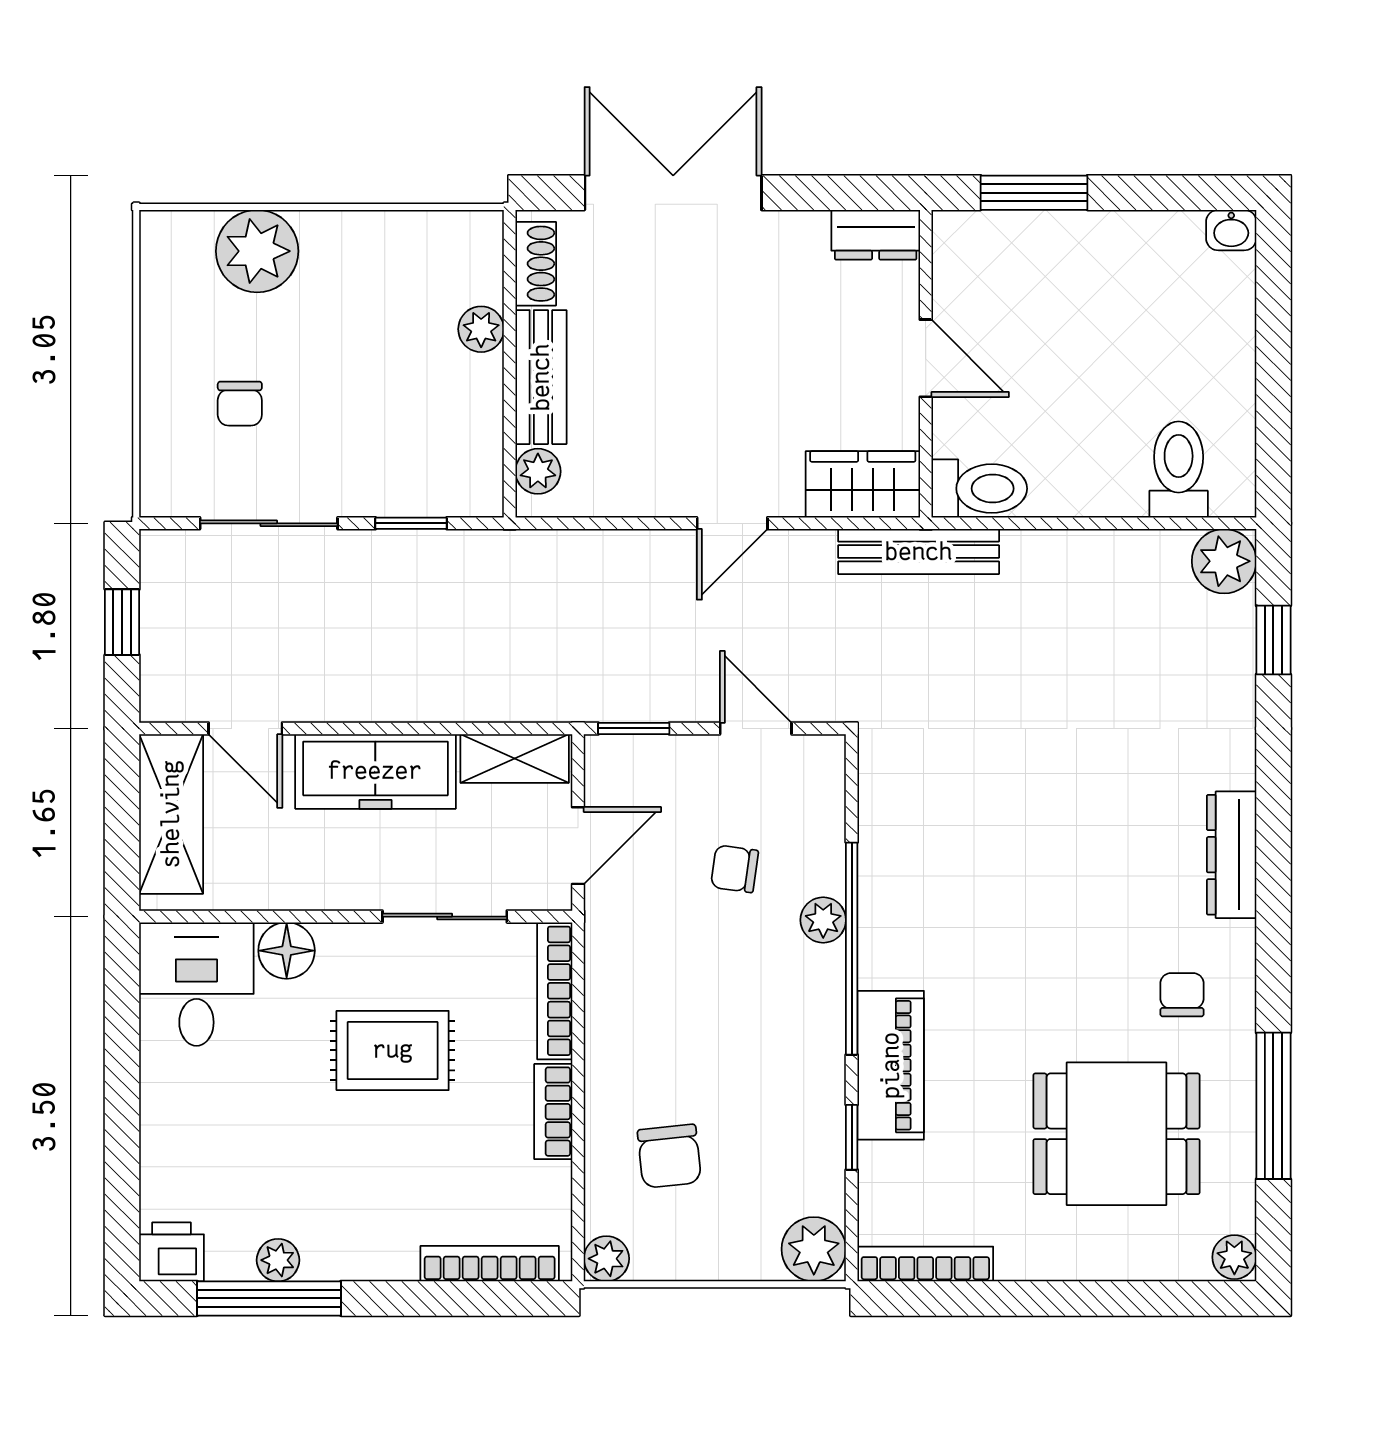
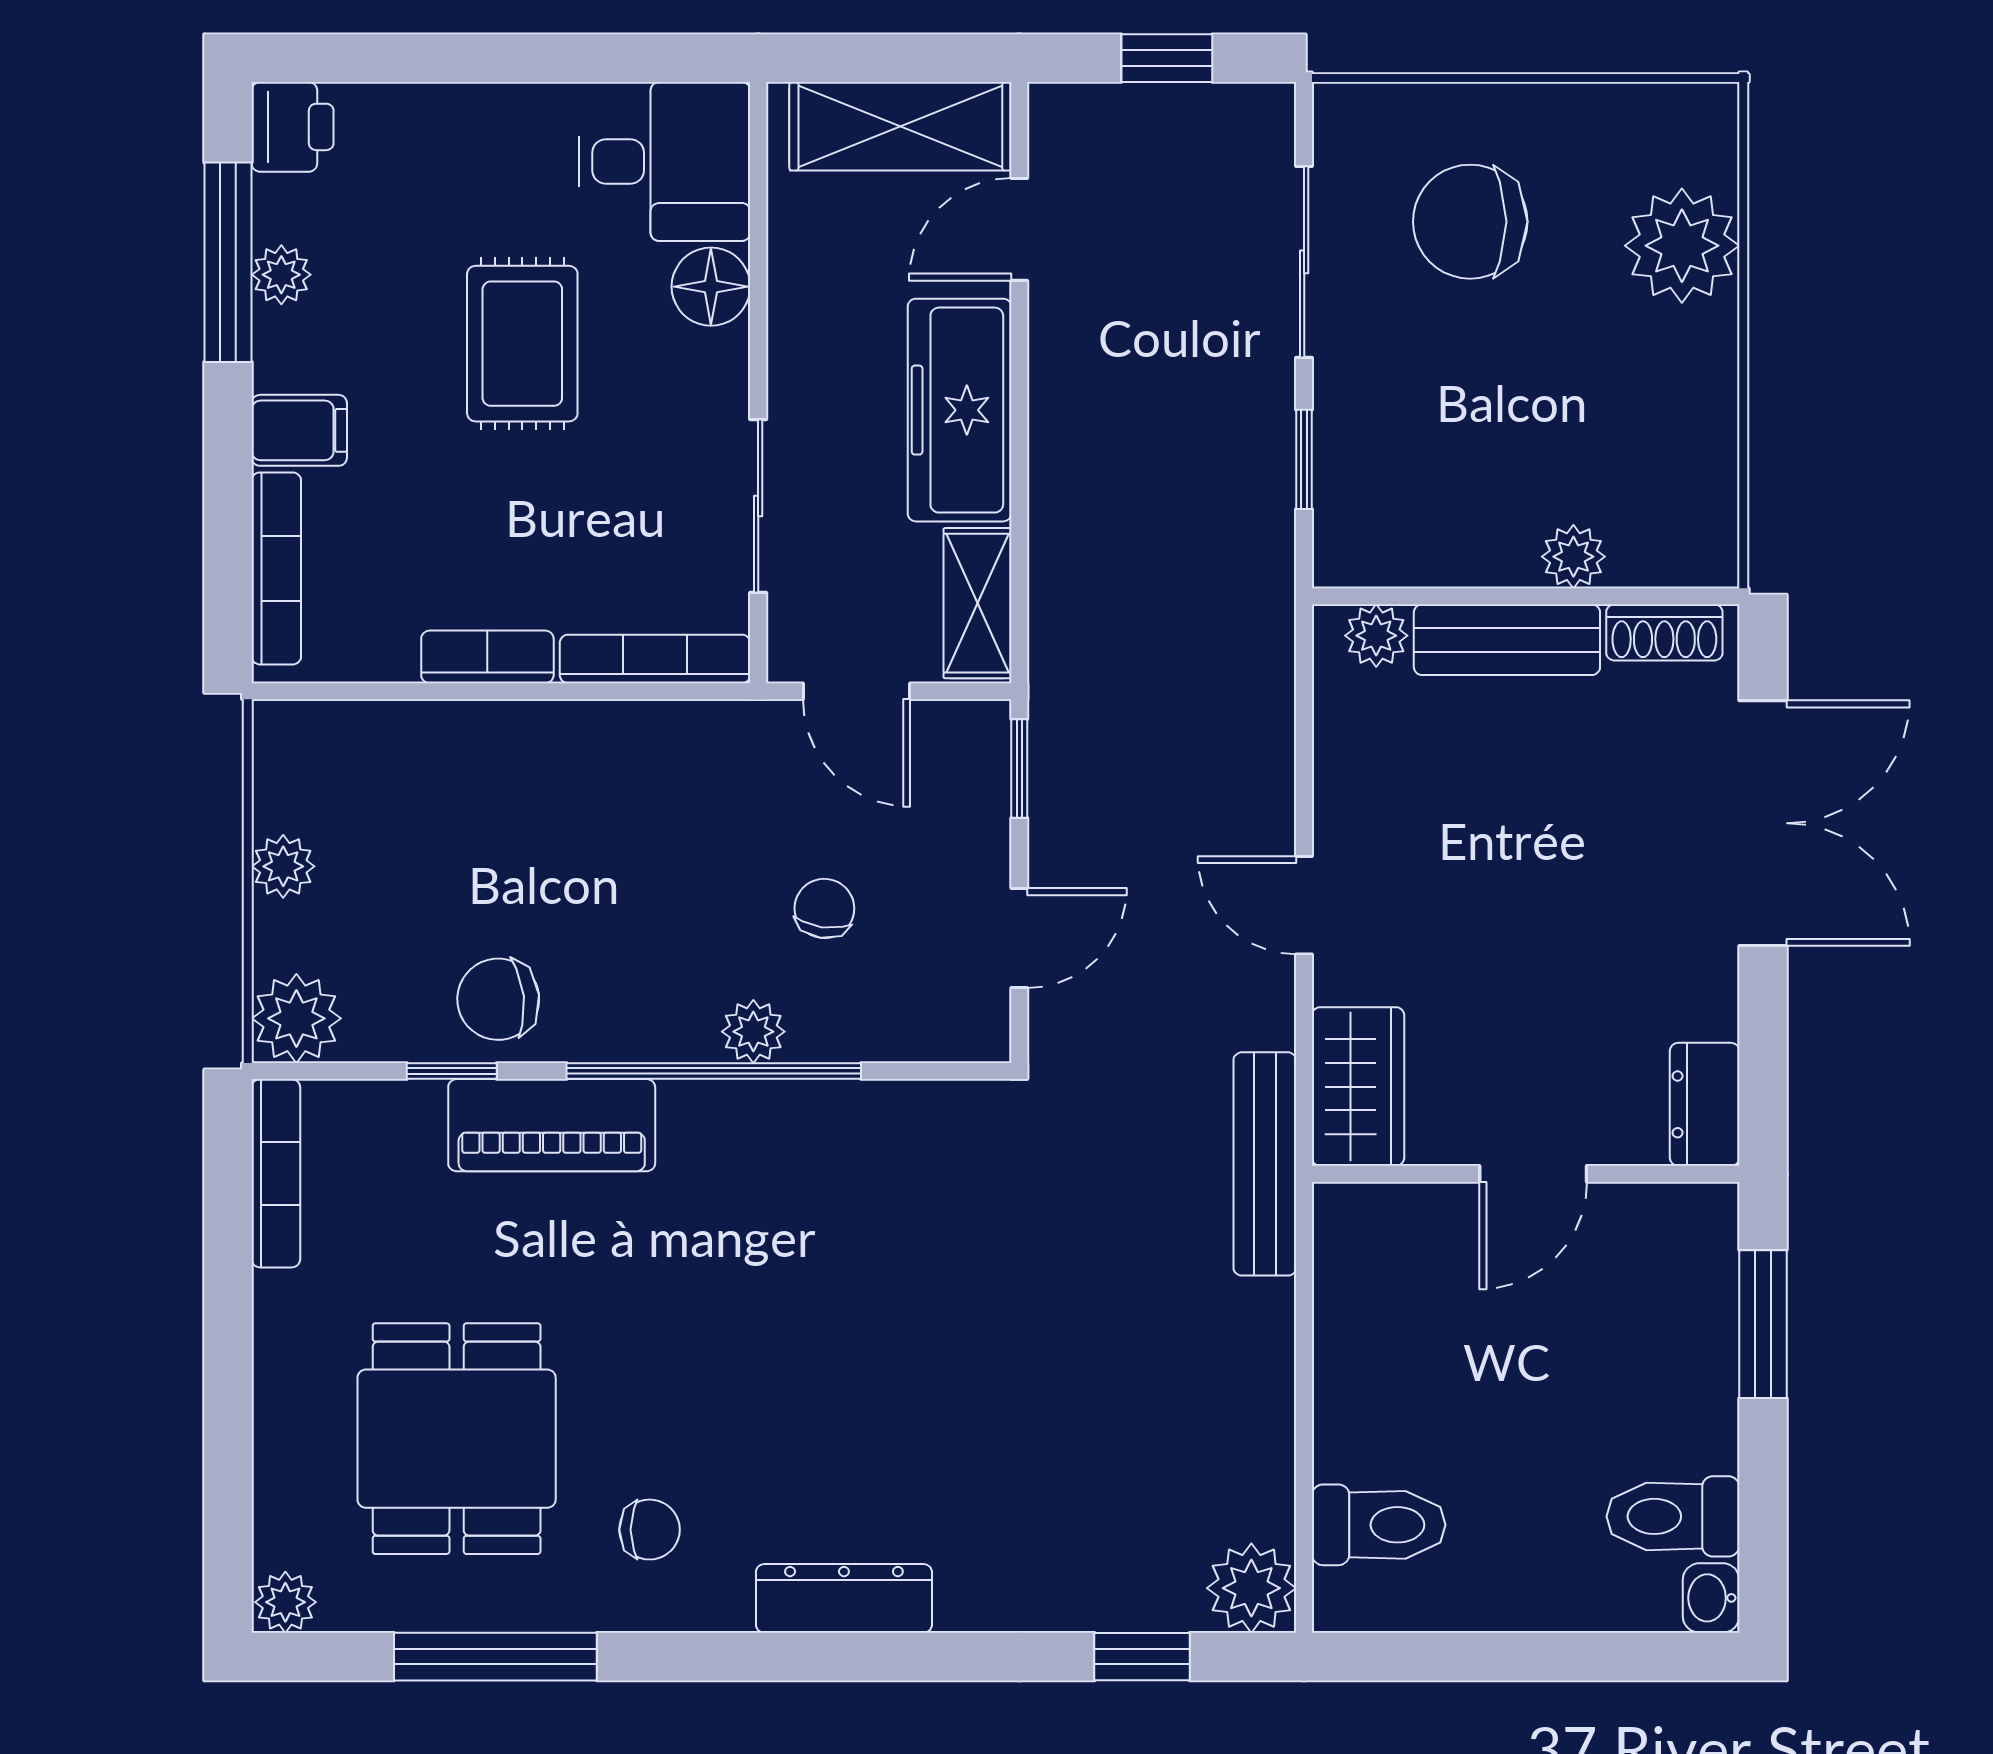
chair: (240, 404) -> (1470, 222), width x1.87, depth x1.87
toilet: (979, 489) -> (1673, 1516), moved, turned 90
rug: (393, 1050) -> (522, 344), moved
chair: (669, 1156) -> (498, 999), moved
filing cabinet: (390, 1247) -> (299, 430), added
plant: (606, 1259) -> (283, 866), moved

